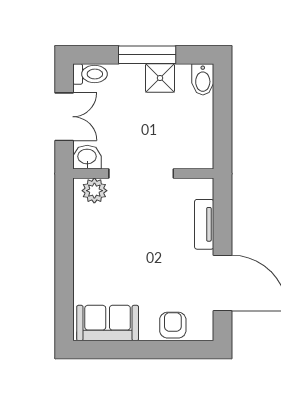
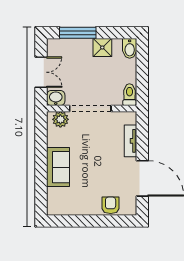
window: (147, 55) -> (78, 33), moved
toilet: (90, 74) -> (129, 95), moved, turned -90
sofa: (108, 323) -> (58, 167), moved, turned 90

